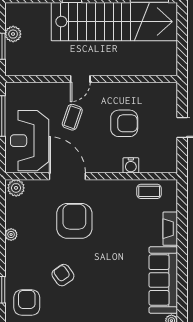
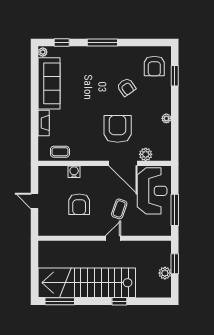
armchair: (124, 123) -> (79, 204), turned -90
plant: (16, 188) -> (146, 154), moved
armchair: (74, 221) -> (118, 129), turned 180

